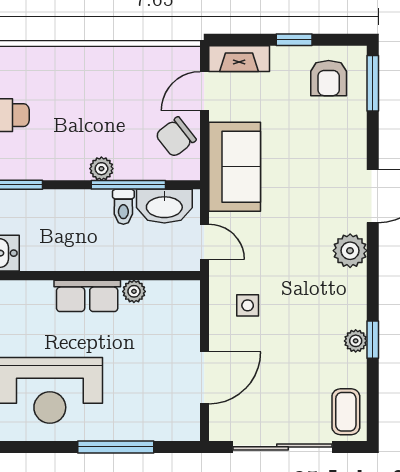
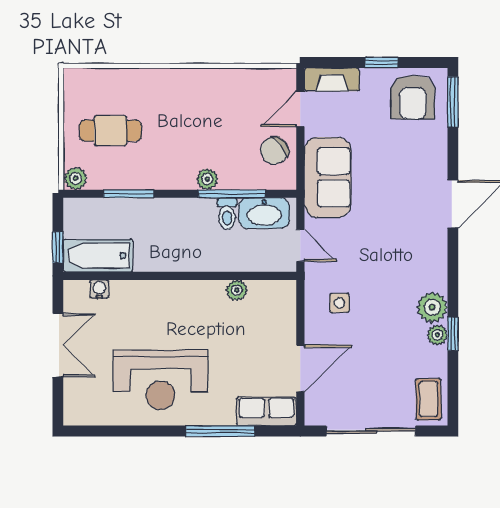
armchair: (329, 78) -> (413, 97), width x1.38, depth x1.38
plant: (350, 251) -> (432, 307), moved
row of seats: (87, 296) -> (266, 411), moved, turned 180

